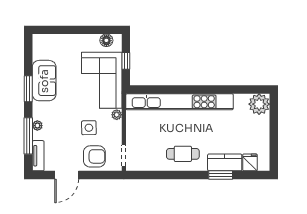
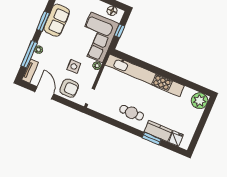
door: (67, 175) -> (44, 93), swing flipped

